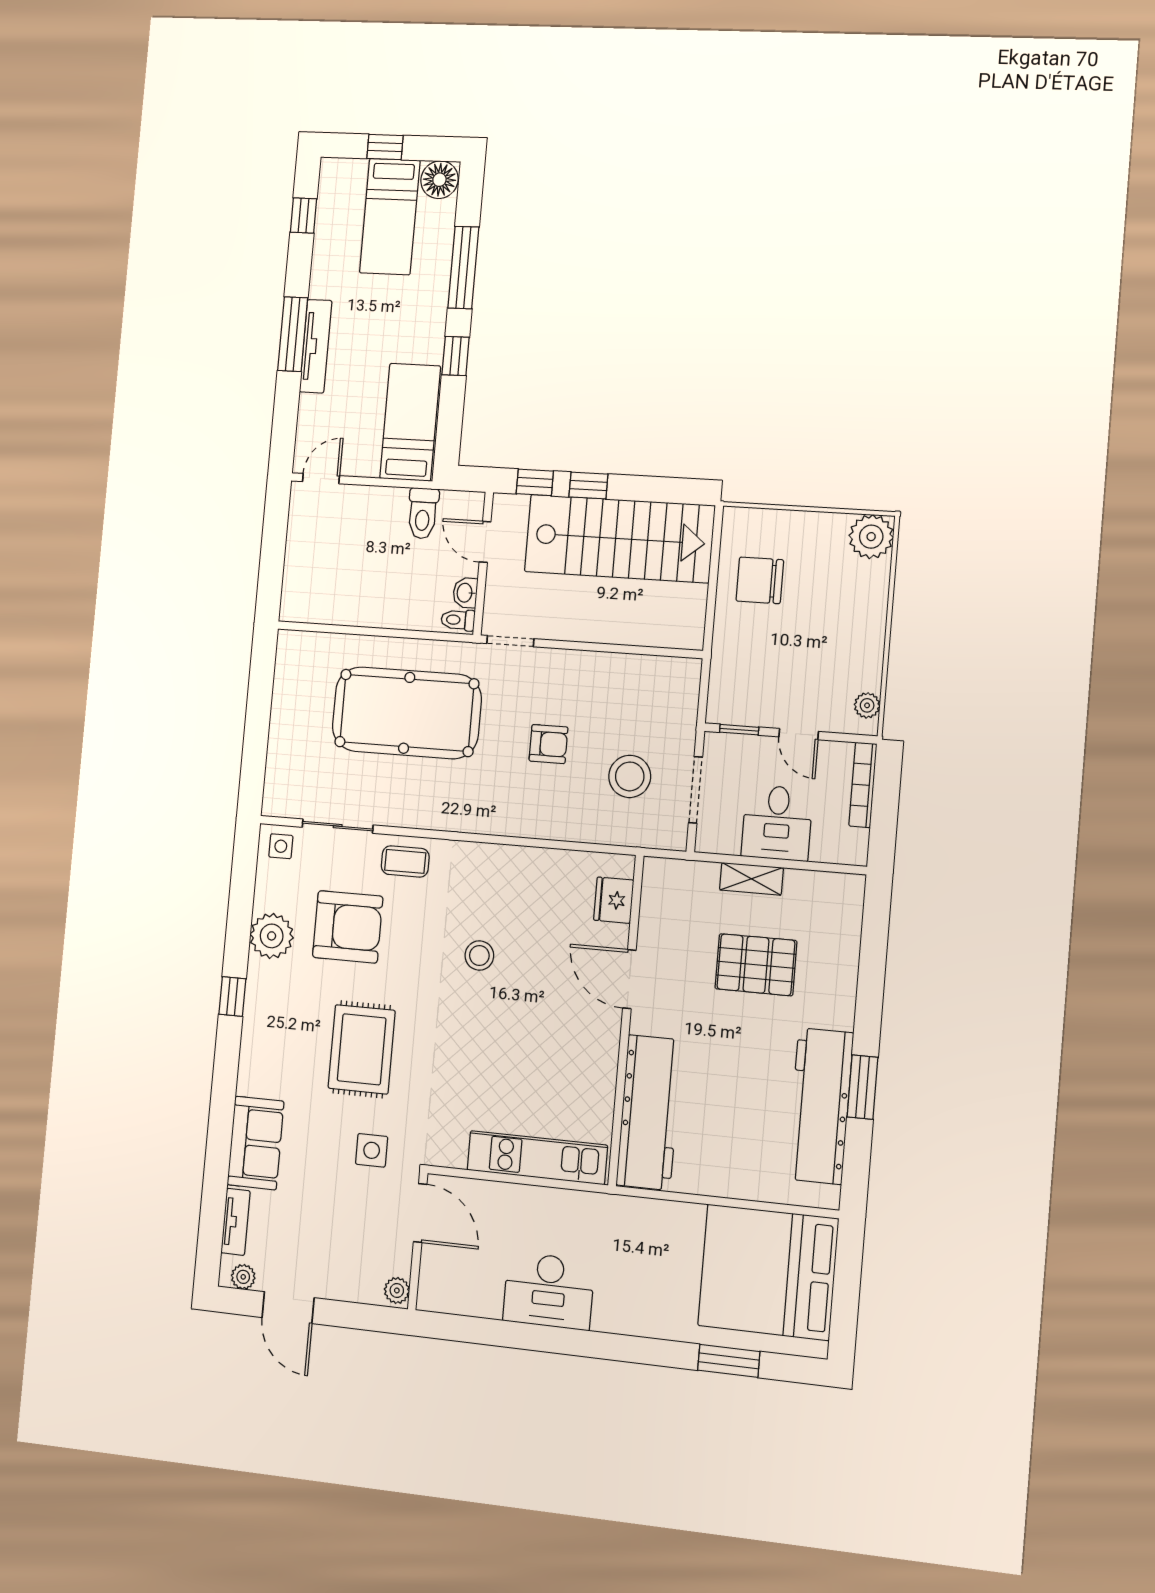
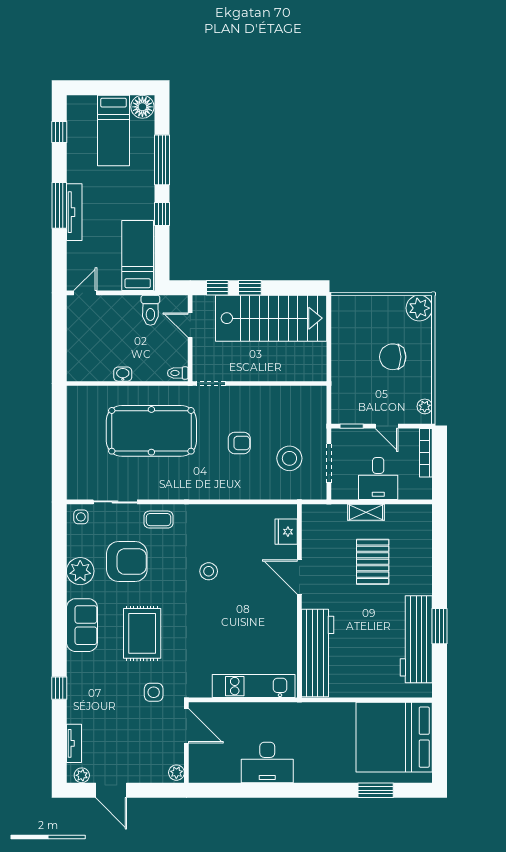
window: (385, 147) -> (107, 88), removed
chair: (760, 580) -> (393, 357), moved
washbasin: (465, 593) -> (123, 374), moved, turned 90
pallet: (756, 965) -> (373, 562), turned 90
window: (232, 997) -> (59, 688), moved
sofa: (256, 1143) -> (82, 625), moved

